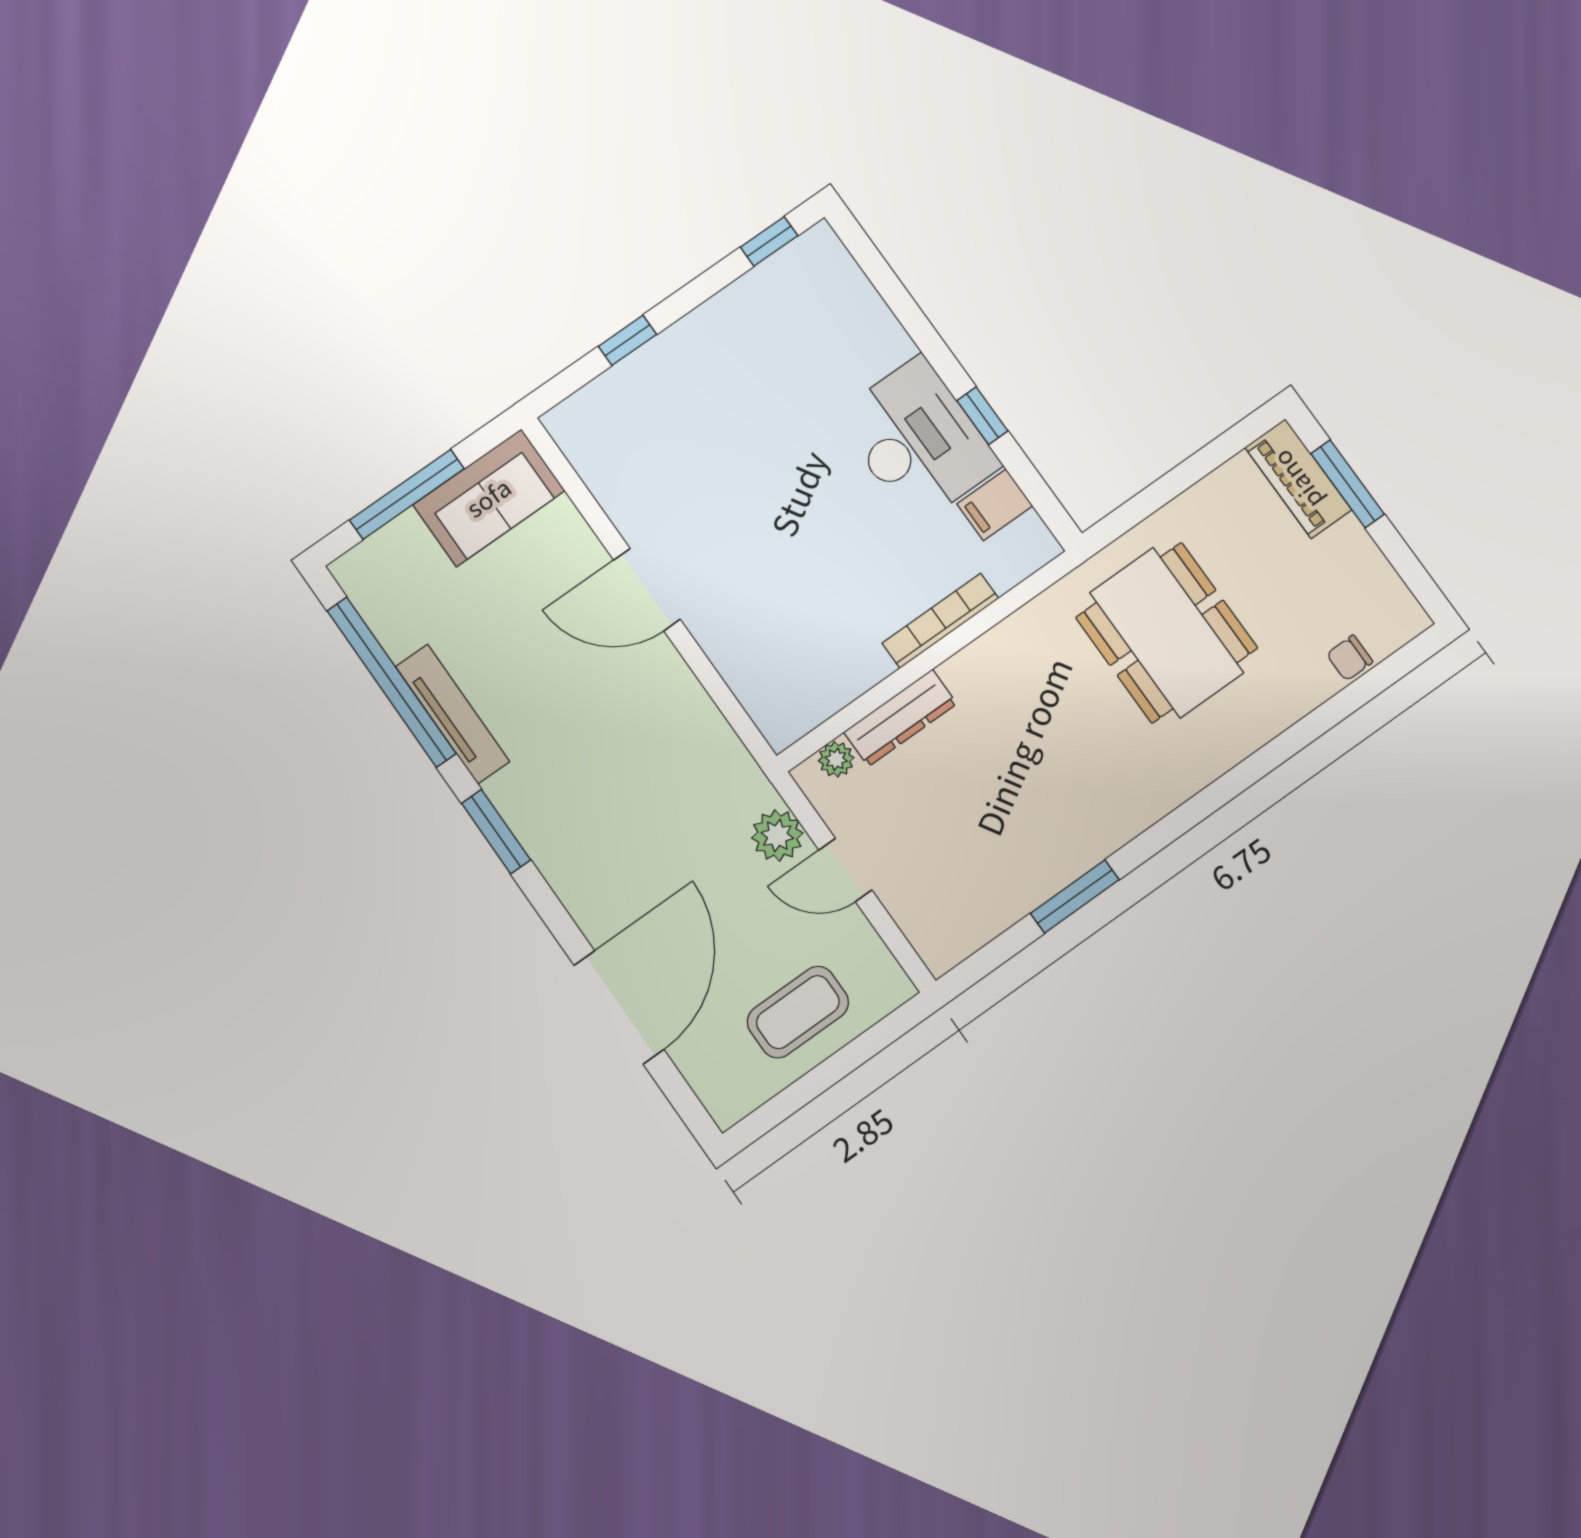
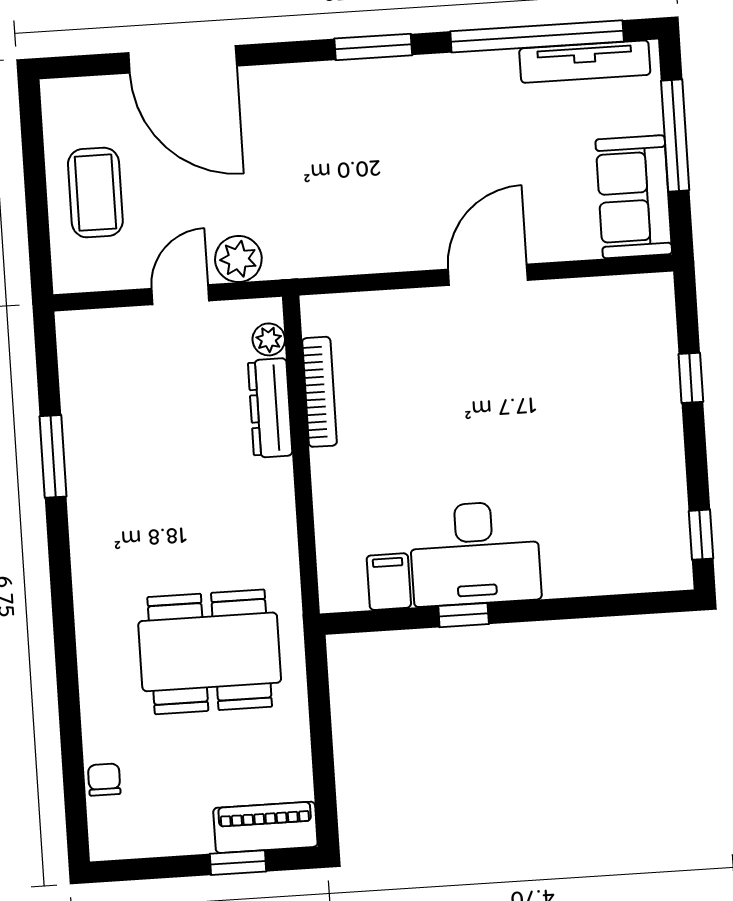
window: (1348, 484) -> (238, 863), width x0.67
bookcase: (940, 621) -> (320, 392), moved
tv unit: (453, 714) -> (585, 62), moved

